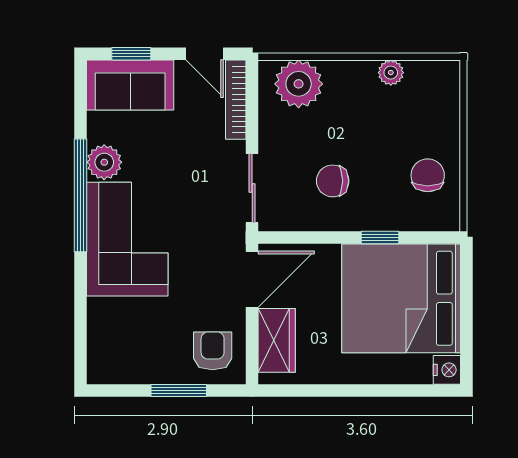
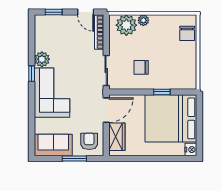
plant: (391, 73) -> (143, 20), moved
sofa: (130, 85) -> (53, 145), moved, turned 180
chair: (428, 175) -> (187, 33), moved, turned 180
window: (81, 195) -> (32, 74), width x0.32

